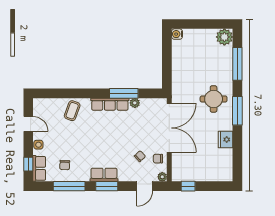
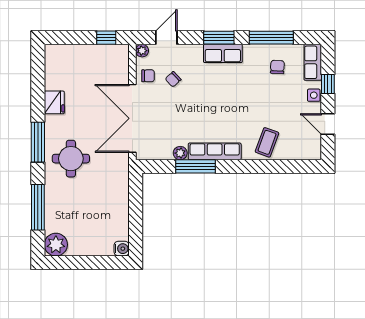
window: (28, 164) -> (328, 84), moved

